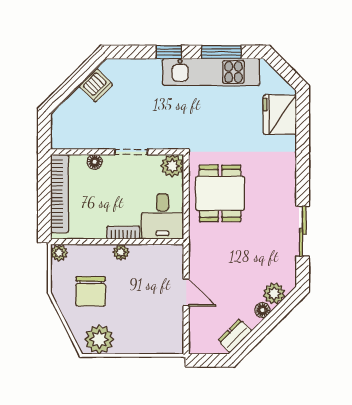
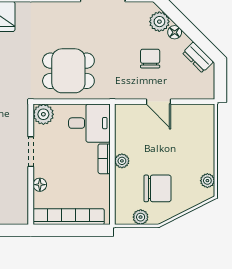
plant: (59, 253) -> (141, 217), moved
chair: (234, 283) -> (150, 59), added
door: (186, 292) -> (158, 102), swing flipped
plant: (99, 339) -> (207, 181), width x0.53, depth x0.53

